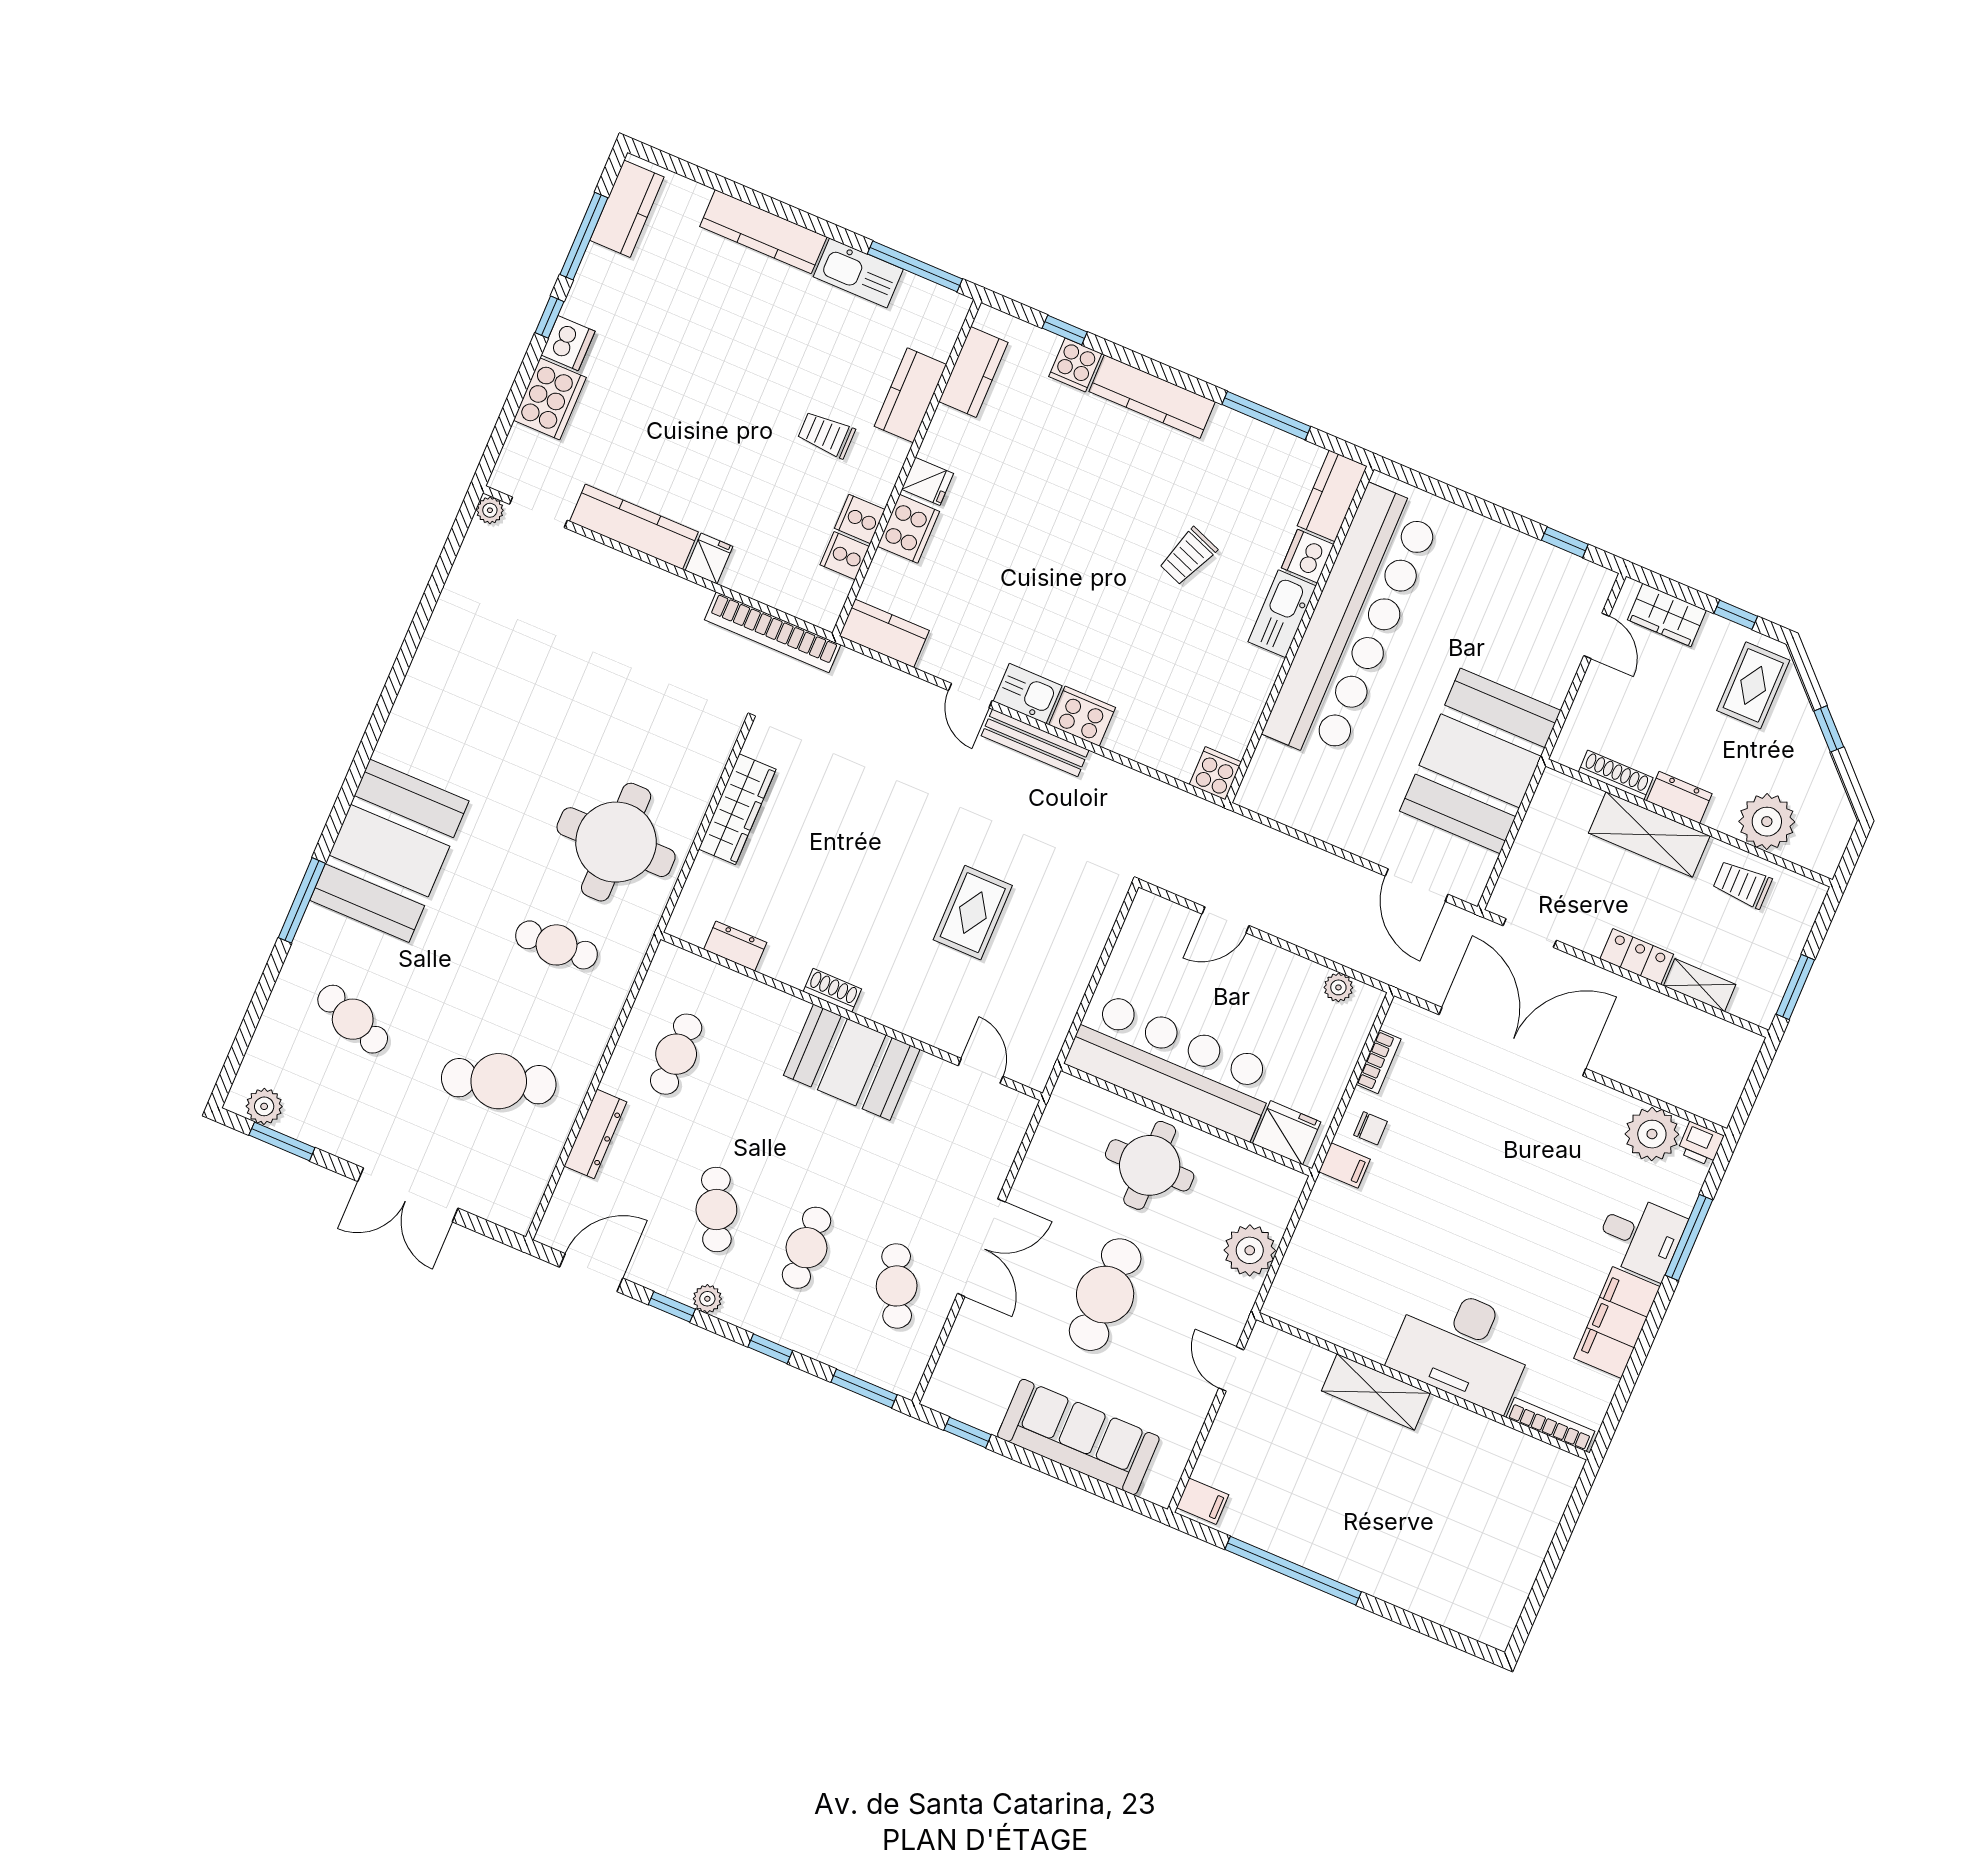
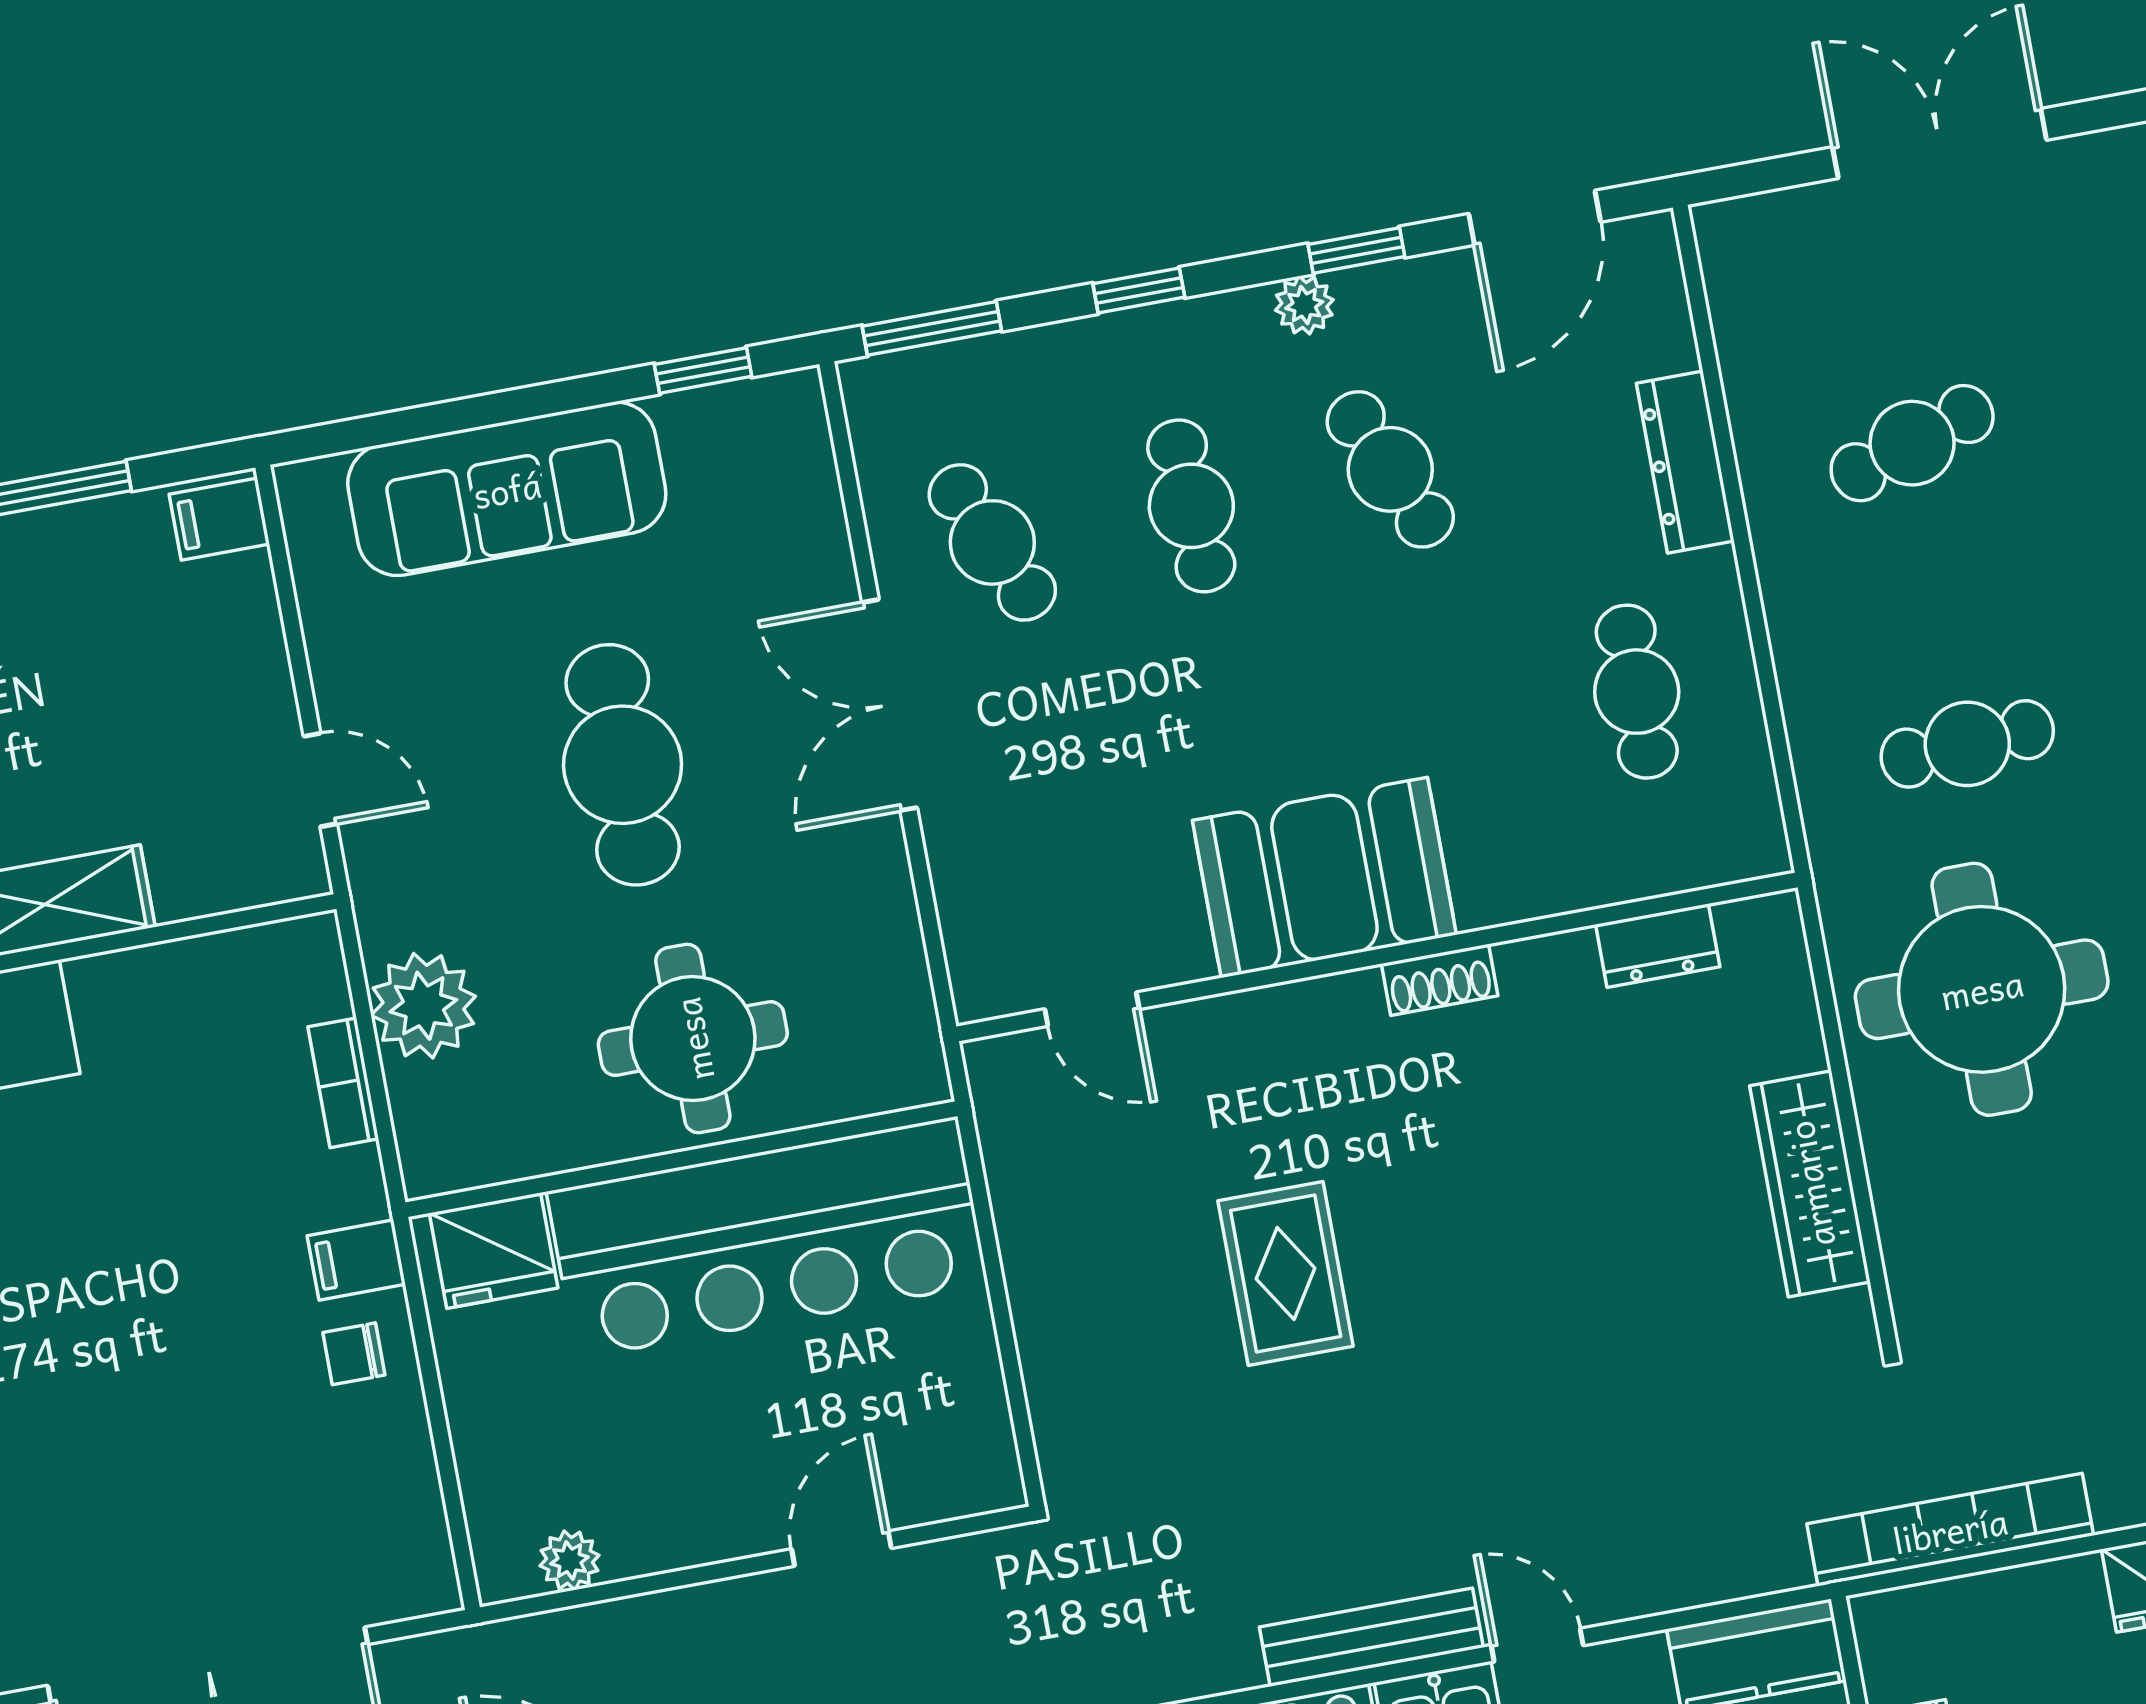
bookcase: (1378, 1062) -> (343, 1083), moved
cafe table: (499, 1081) -> (1912, 443), width x0.73, depth x0.74

